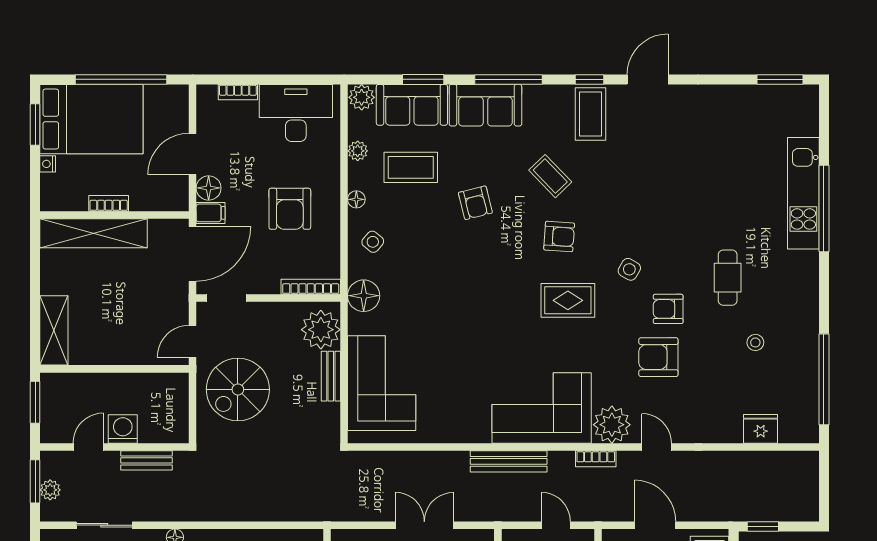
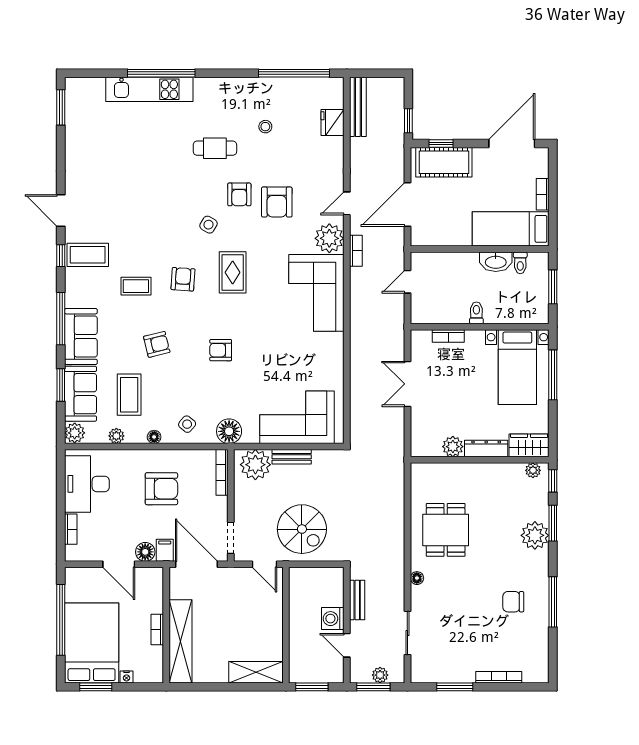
coffee table: (550, 176) -> (136, 286), turned 44
armchair: (468, 285) -> (221, 350), added
bench: (509, 461) -> (358, 107), moved
door: (655, 525) -> (407, 205), width x1.36

